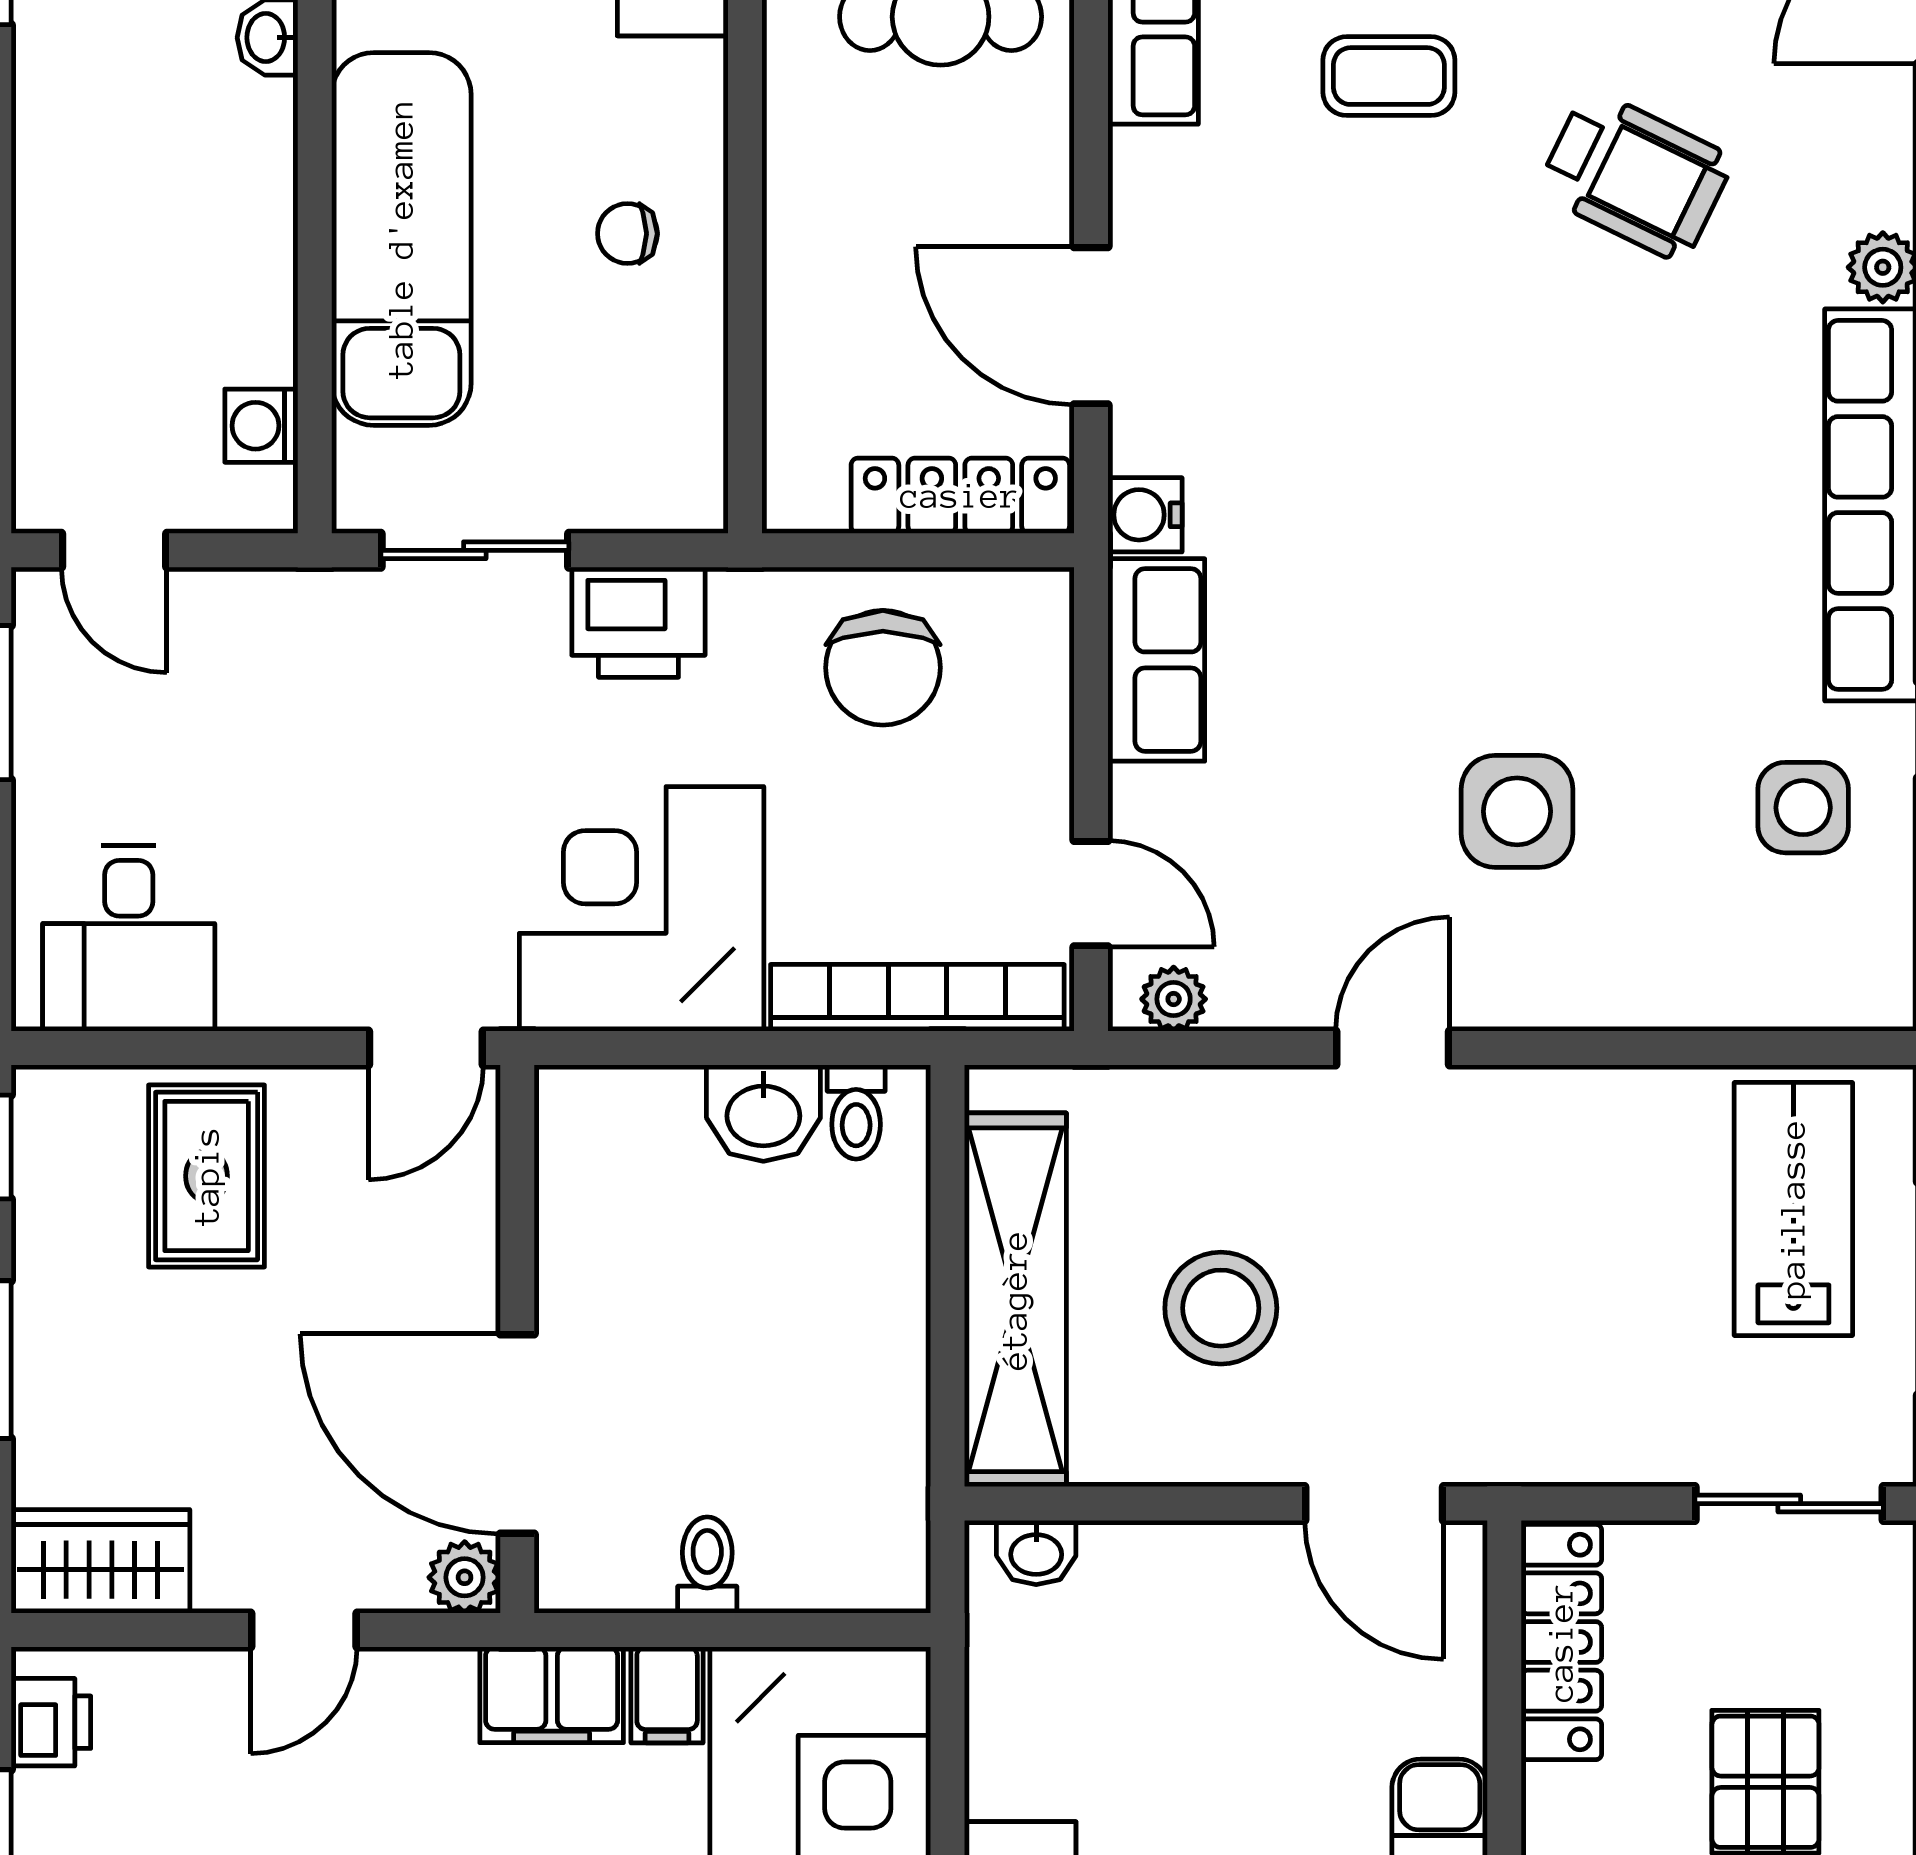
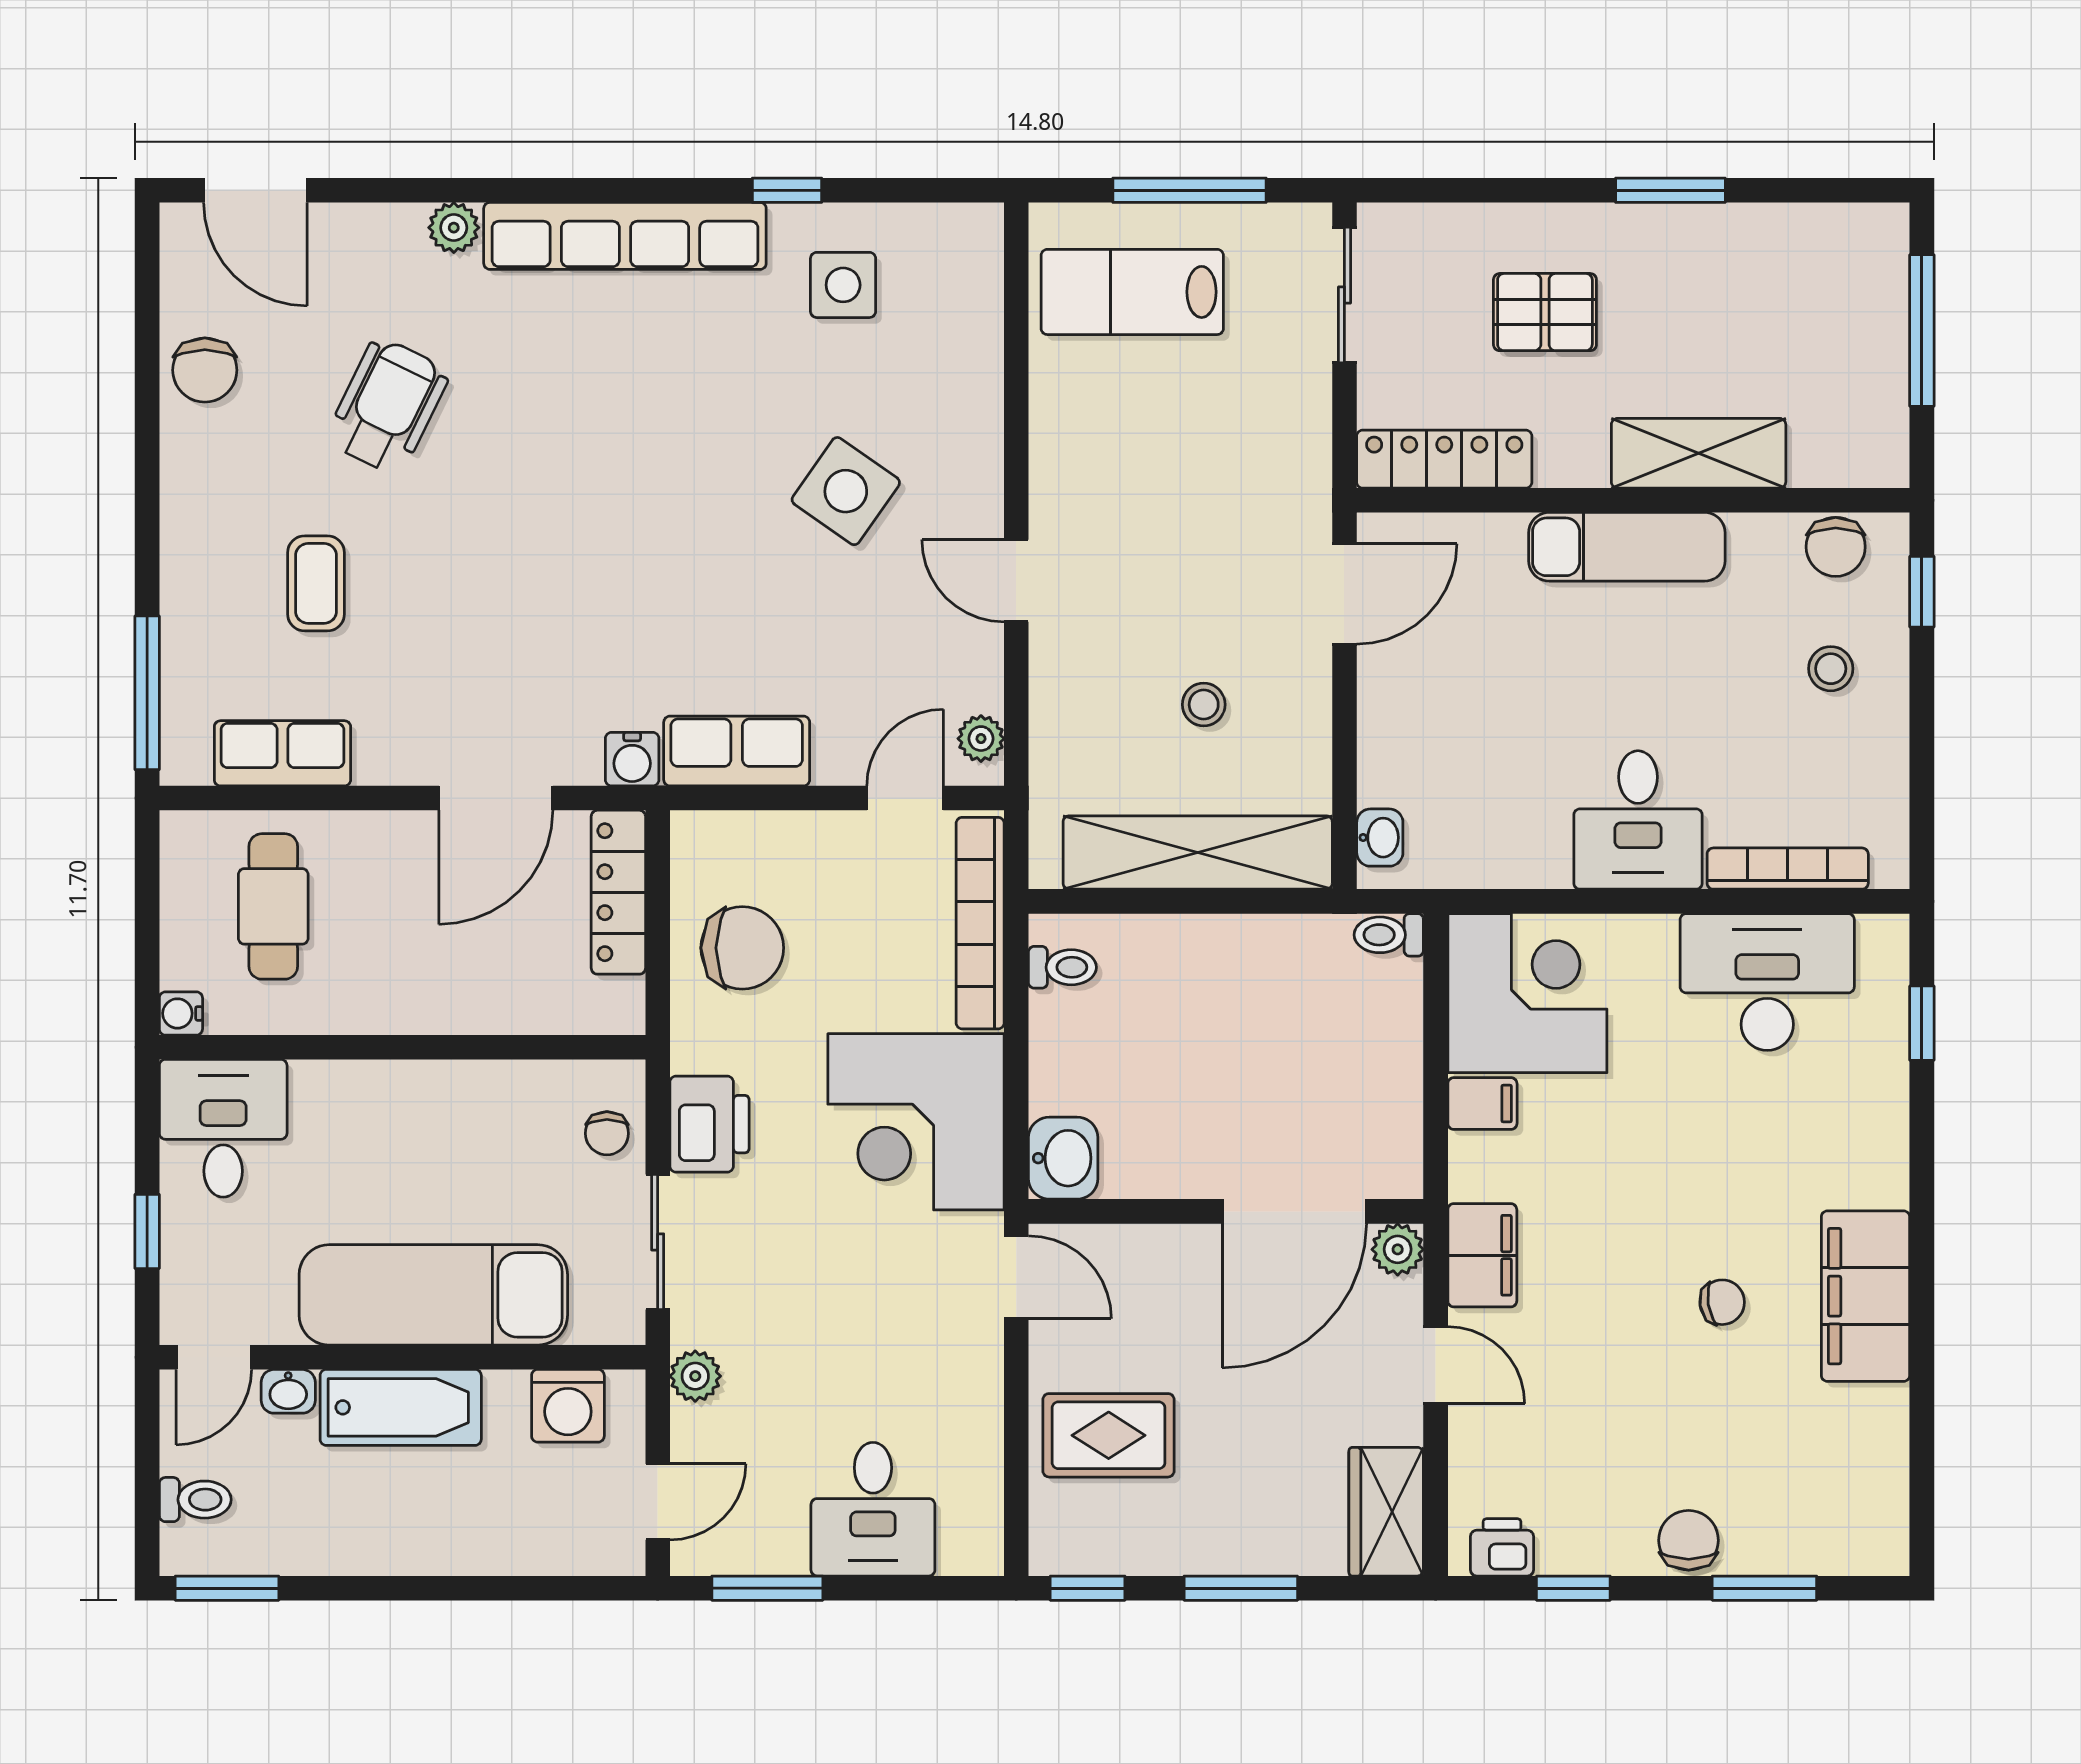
bathtub: (245, 194) -> (401, 1407), added
chair: (627, 234) -> (607, 1133), moved
washing machine: (261, 426) -> (568, 1406), width x1.38, depth x1.38
plant: (289, 602) -> (695, 1376), added
side table: (1517, 811) -> (846, 491), turned 35
desk: (129, 938) -> (873, 1509), moved, turned 90
washbasin: (763, 1113) -> (1063, 1158), moved
stool: (1221, 1308) -> (1204, 705), width x0.53, depth x0.53
toilet: (707, 1565) -> (1389, 935), moved
filing cabinet: (552, 1695) -> (1482, 1255), moved

